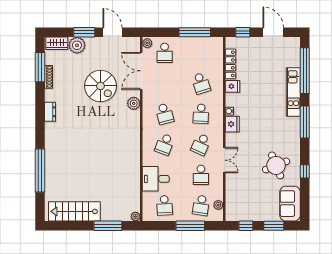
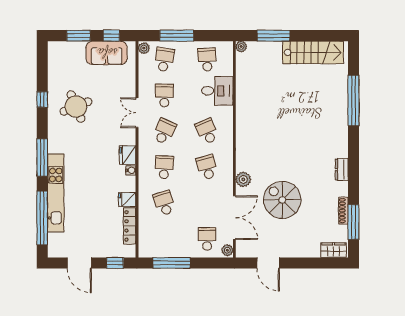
window: (84, 32) -> (301, 263), removed
plant: (77, 45) -> (310, 248), removed
kitchen unit: (293, 92) -> (56, 193), width x1.36
school desk: (165, 144) -> (207, 131), turned -45
sofa: (290, 204) -> (107, 53), moved, turned 90
plant: (218, 205) -> (144, 48), moved

